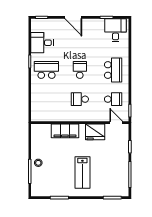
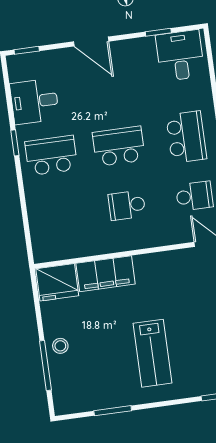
school desk: (80, 70) -> (119, 146), width x1.85
fridge: (95, 132) -> (57, 282), moved

